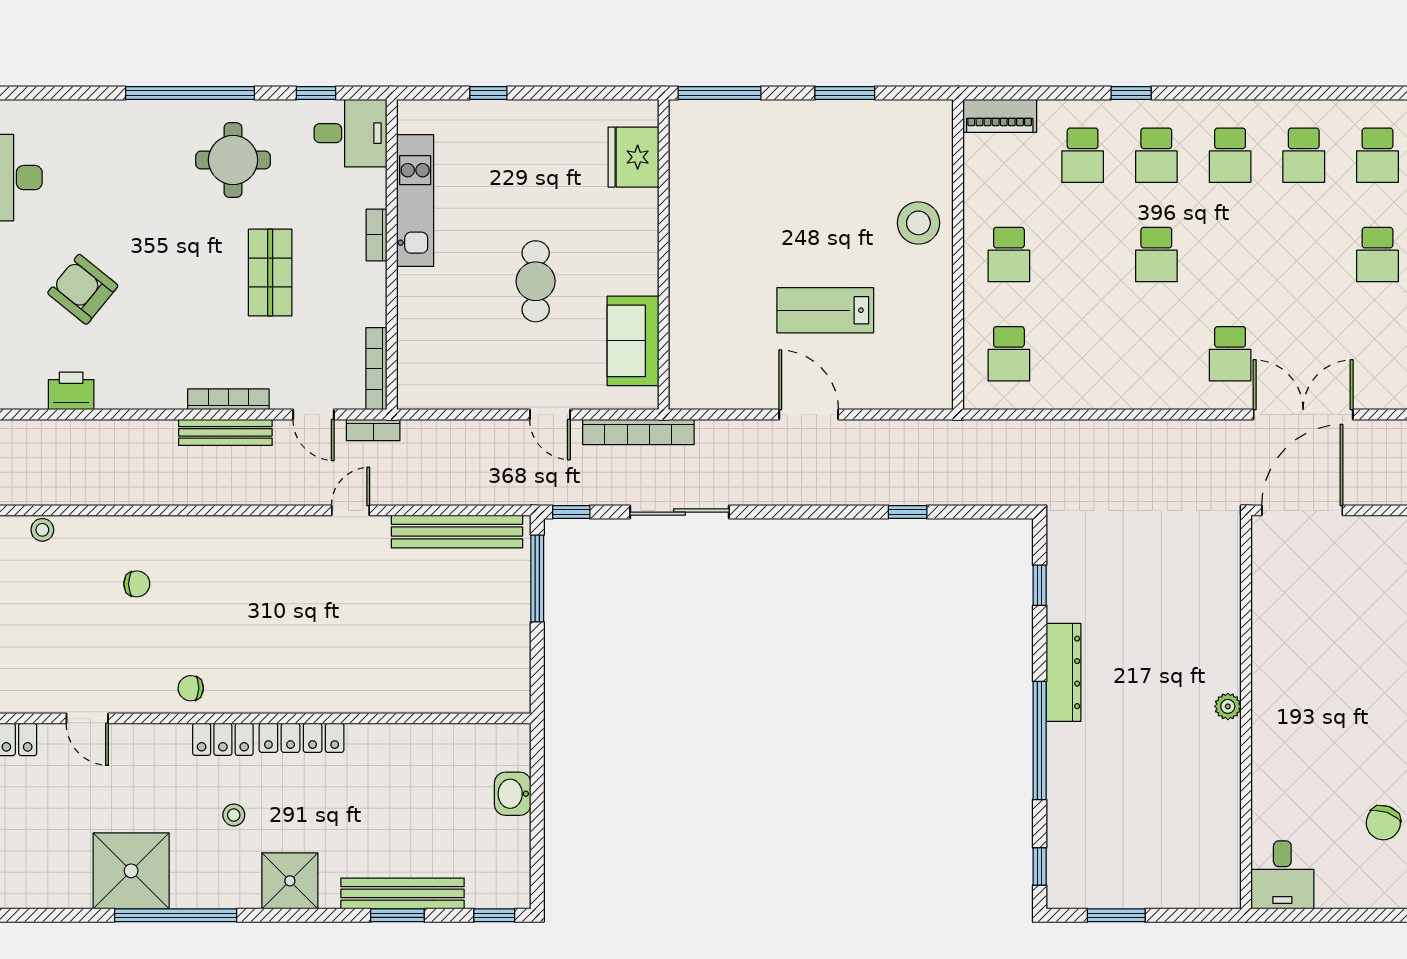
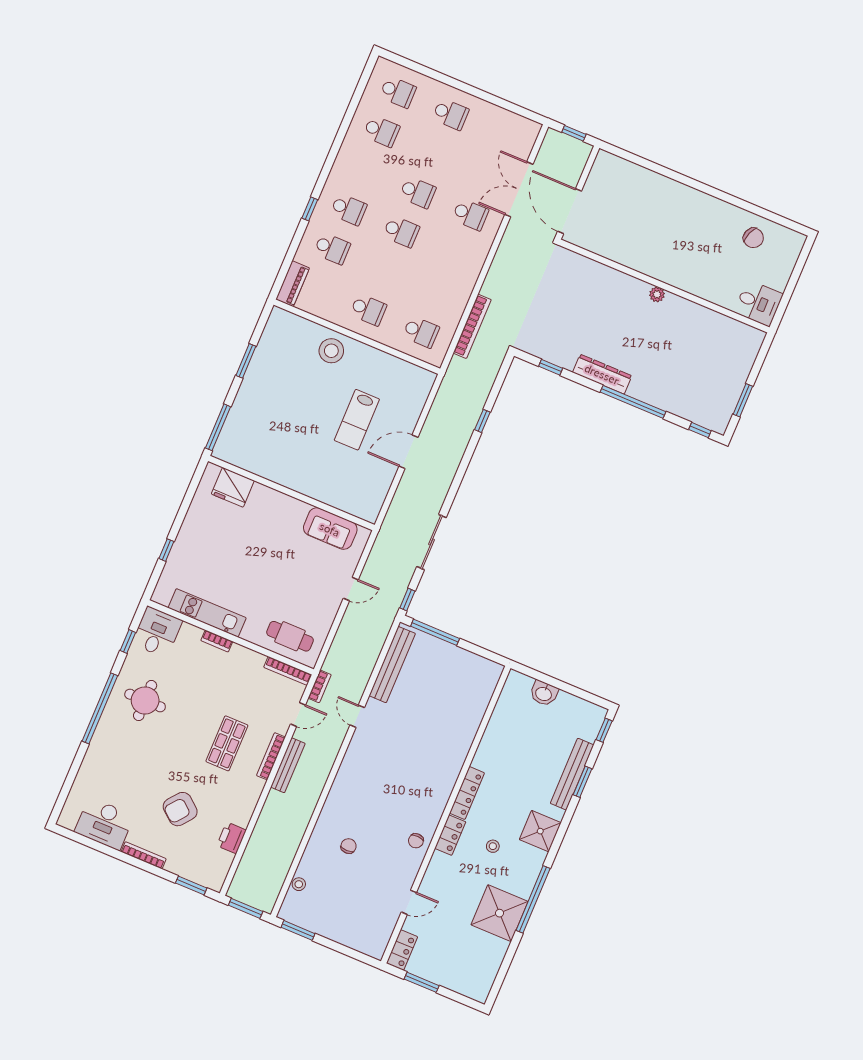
school desk: (1230, 155) -> (418, 192), moved
shop shelf: (270, 273) -> (227, 743), moved, turned 90
cafe table: (536, 281) -> (290, 636), moved
bookcase: (638, 432) -> (472, 326), moved

